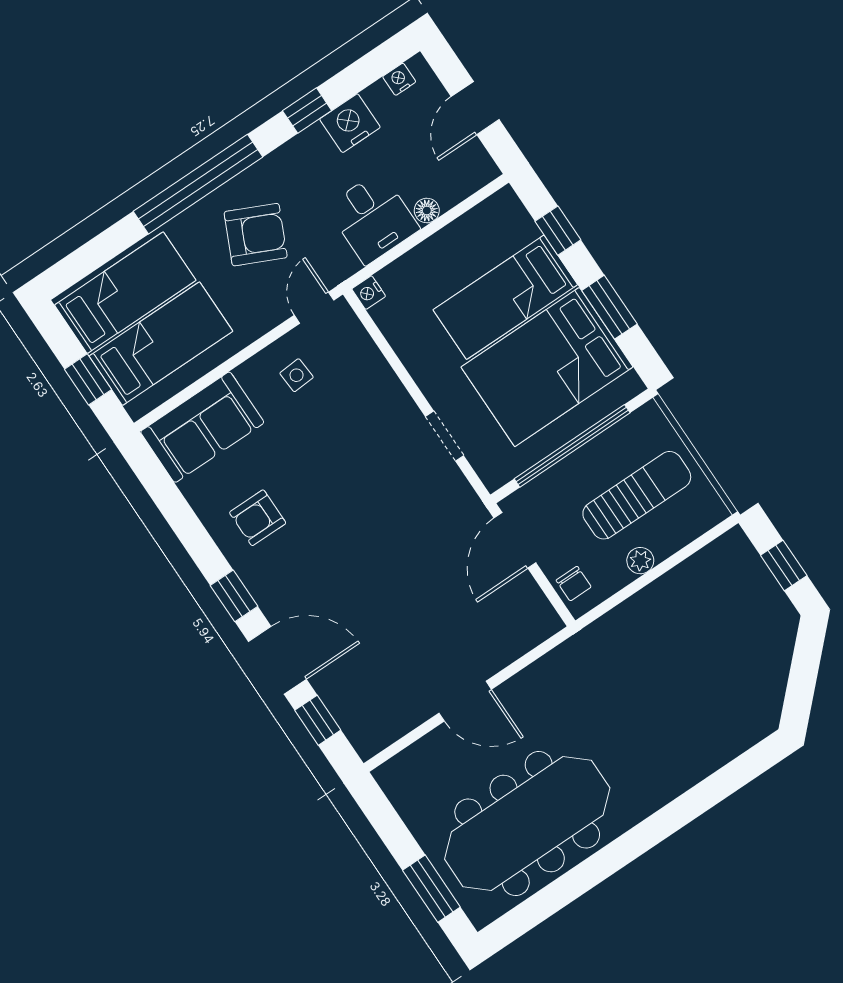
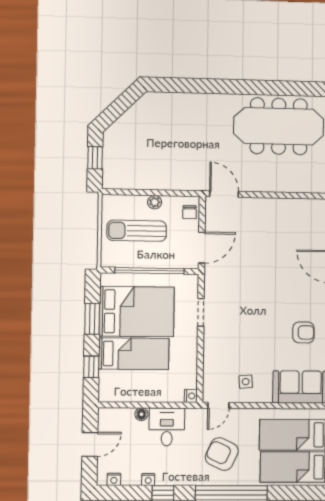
nightstand: (350, 123) -> (148, 480), width x0.53, depth x0.56
chair: (574, 584) -> (190, 212), turned 180
door: (465, 701) -> (224, 194), moved

